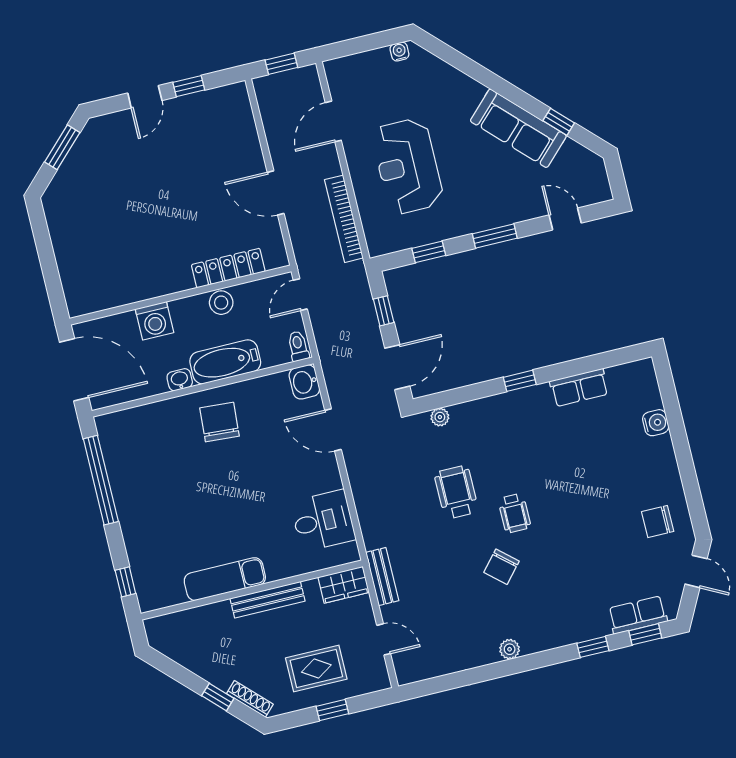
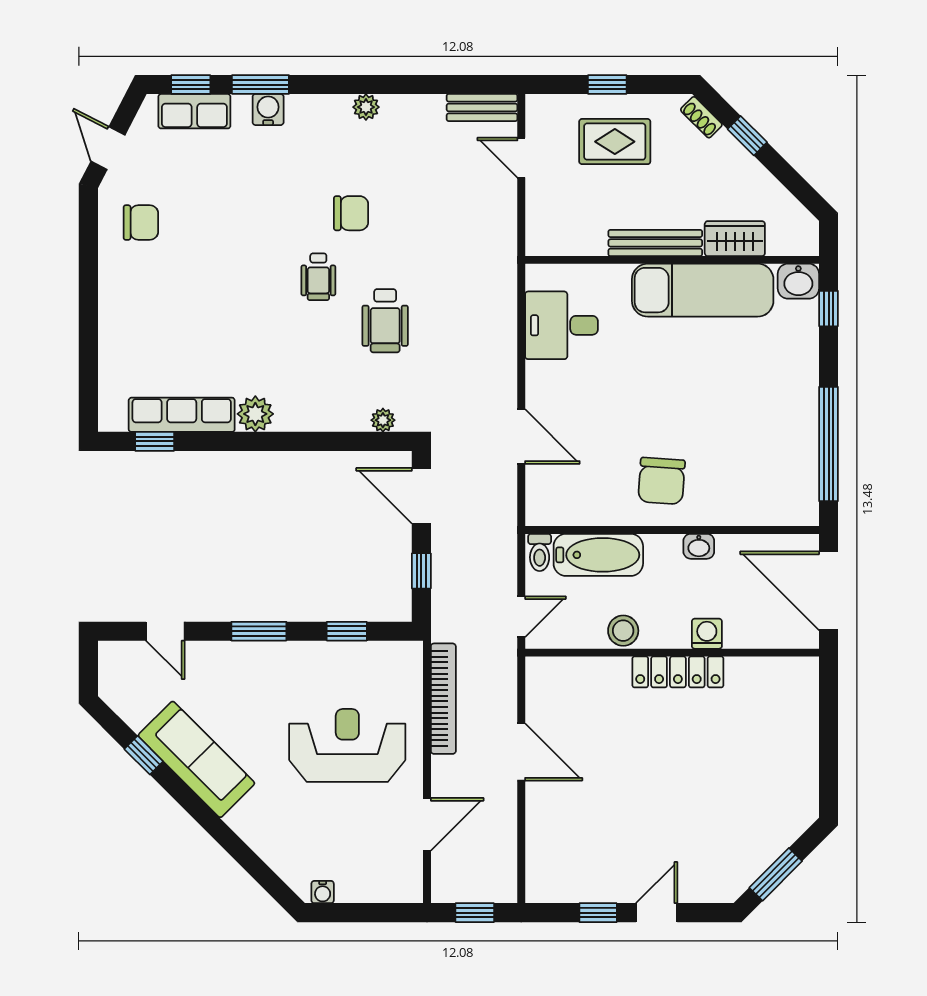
reception desk: (408, 166) -> (347, 745), turned -90
locker: (228, 268) -> (678, 672), moved
washing machine: (154, 321) -> (707, 634), width x0.73, depth x0.73
bathtub: (225, 362) -> (598, 555), moved
door: (397, 367) -> (421, 496), hinge flipped
window: (520, 381) -> (155, 441), moved
washbasin: (304, 382) -> (798, 281), moved, turned 90
row of seats: (579, 388) -> (182, 415), width x1.48
plant: (537, 398) -> (255, 414), added
water cooler: (656, 423) -> (268, 109), moved, turned 90
wheelchair: (514, 513) -> (318, 277), turned 180
chair: (501, 567) -> (351, 213), turned 49
bench: (382, 577) -> (482, 107), moved, turned 90
exam couch: (225, 579) -> (703, 290), width x1.36, depth x1.45
wardrobe: (344, 585) -> (735, 239), moved
window: (593, 647) -> (260, 85), width x1.50
shoe rack: (250, 699) -> (701, 117), width x0.70

